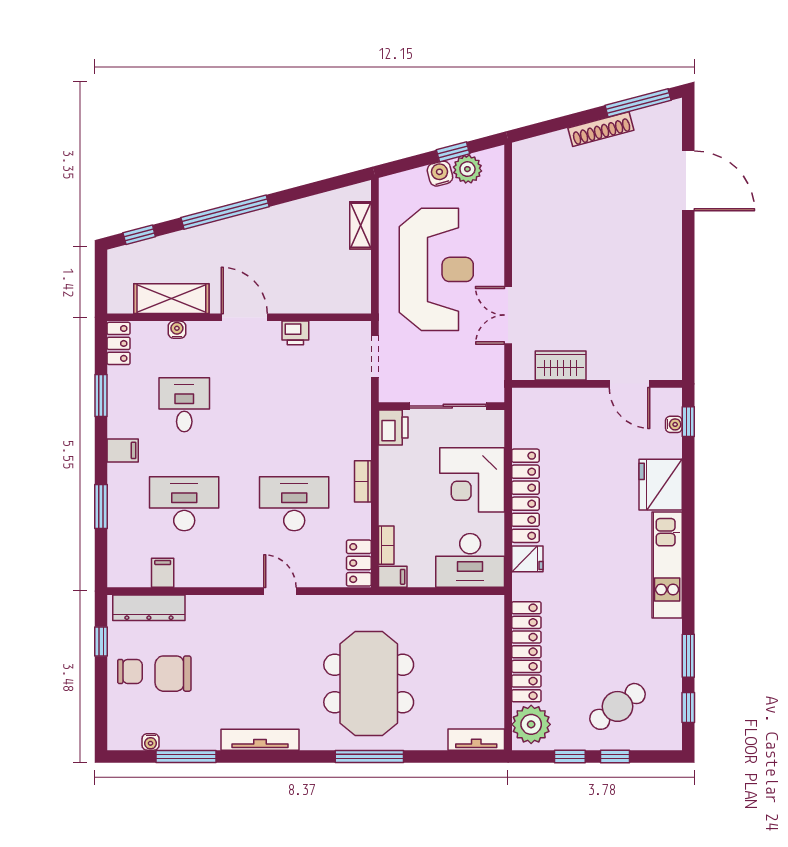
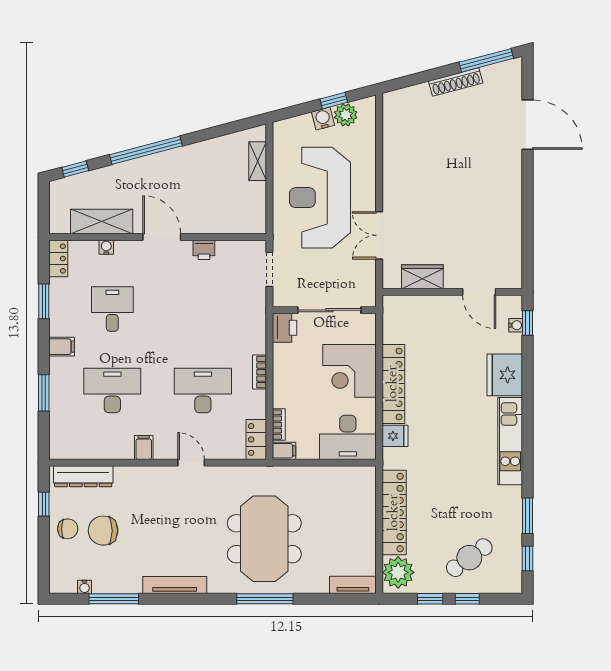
reception desk: (436, 269) -> (320, 198), turned 180
filing cabinet: (163, 573) -> (144, 447), moved

